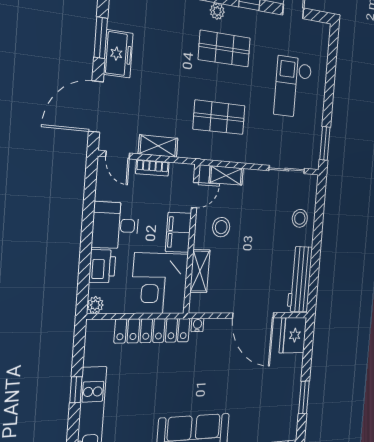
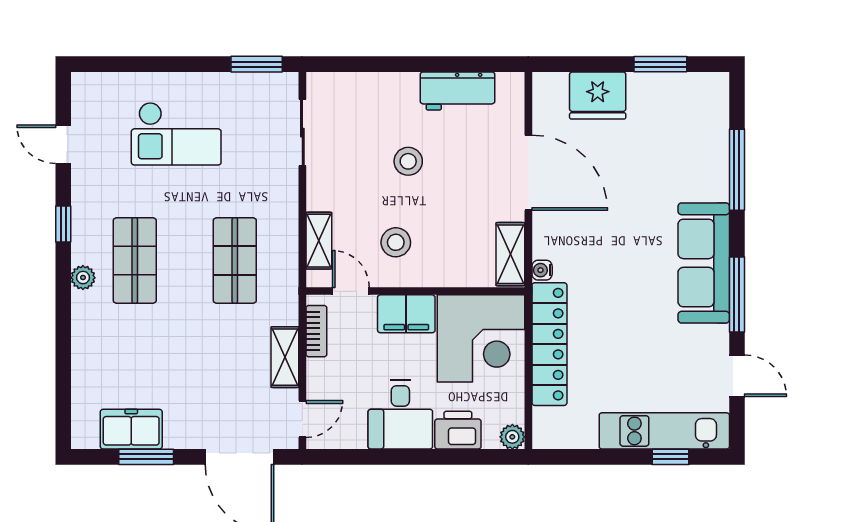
freezer: (118, 54) -> (131, 429), moved
bookcase: (152, 168) -> (316, 331), moved
stool: (300, 218) -> (408, 161), moved
shelving: (200, 271) -> (510, 254), moved, turned 90
workbench: (300, 279) -> (457, 91), width x0.73
door: (253, 315) -> (528, 173), hinge flipped
fridge: (293, 335) -> (598, 95), moved
window: (76, 390) -> (671, 457), moved

